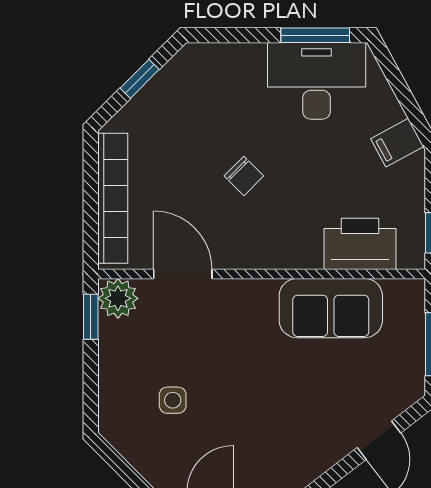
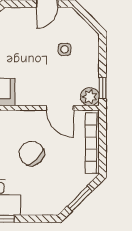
window: (140, 79) -> (80, 199), width x1.50
chair: (244, 176) -> (31, 153), width x1.87, depth x1.87

